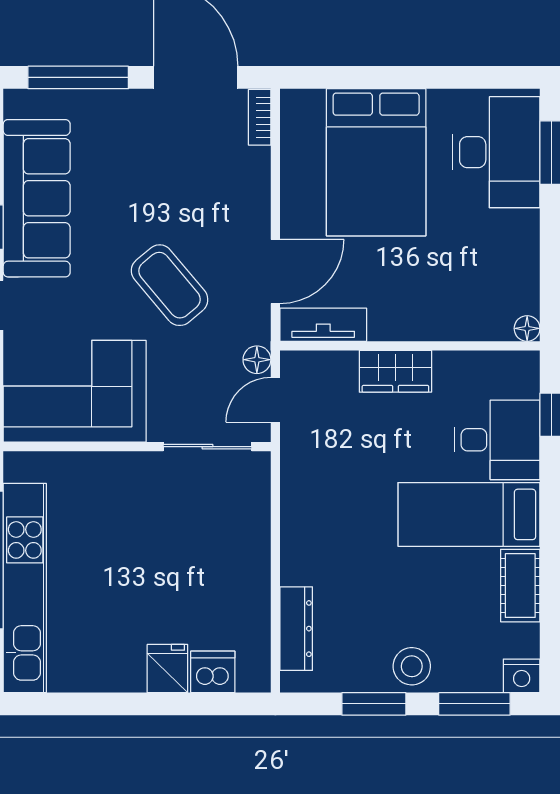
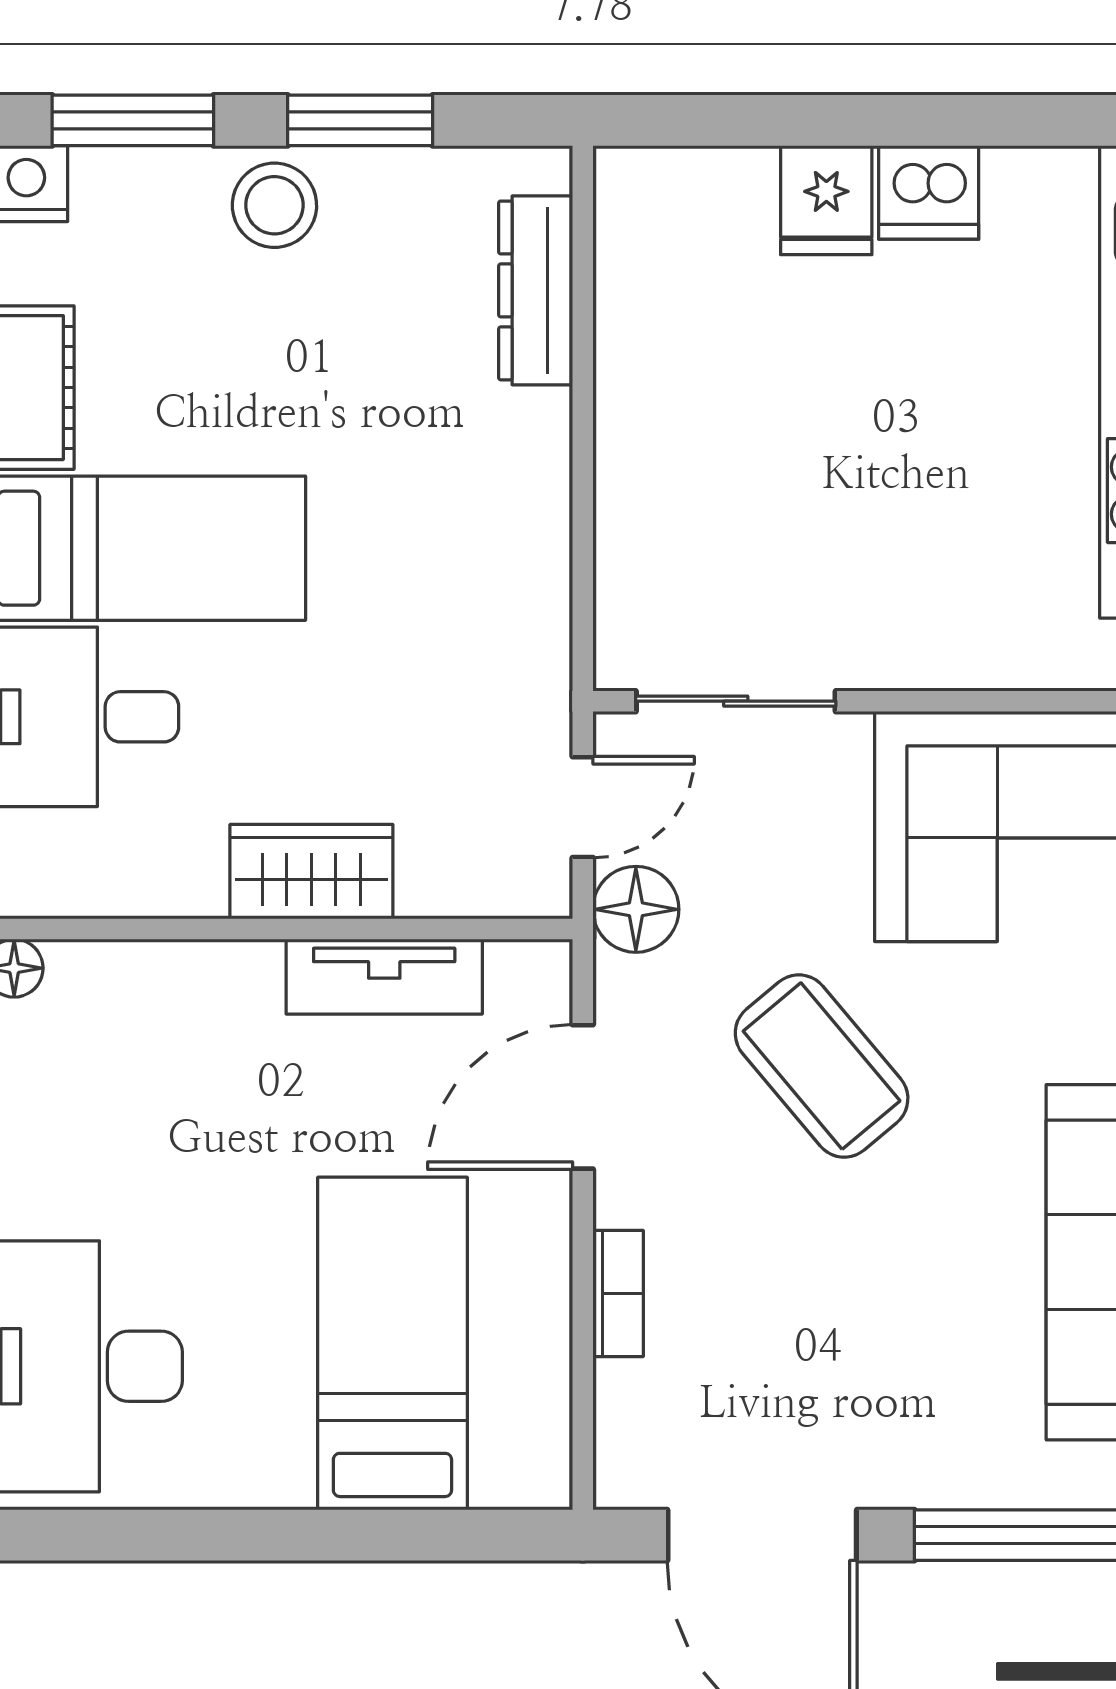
bookcase: (260, 117) -> (618, 1294), moved
bed: (376, 162) -> (392, 1344), width x0.67
tv unit: (323, 325) -> (384, 977), moved
floor lamp: (257, 360) -> (636, 909), width x1.37, depth x1.37
dishwasher: (213, 672) -> (929, 192), moved

